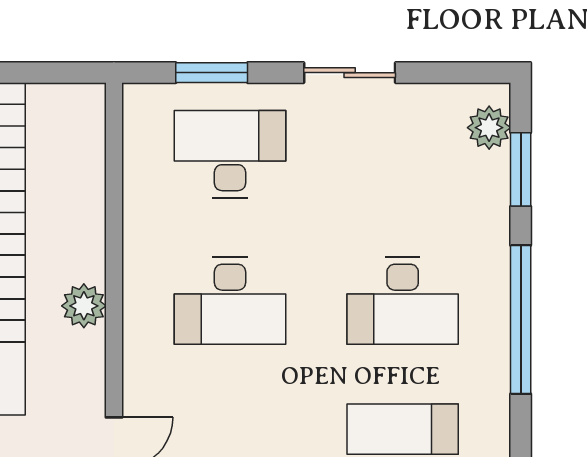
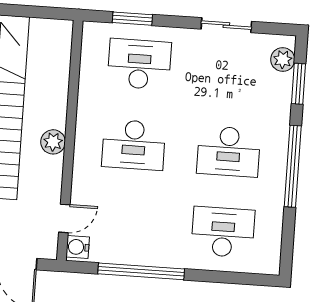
sliding door: (350, 73) -> (226, 25), moved

